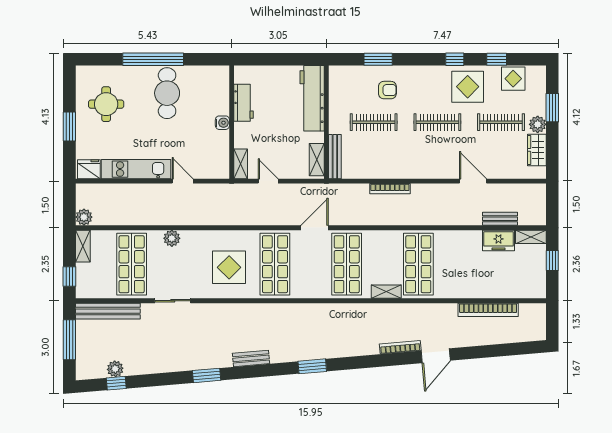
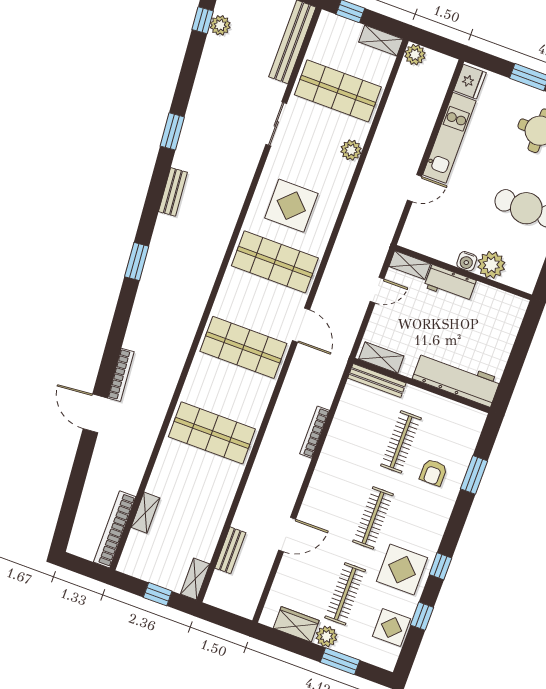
workbench: (244, 103) -> (450, 284), moved
plant: (218, 104) -> (491, 265), added
freezer: (498, 240) -> (205, 539), removed
shelving: (386, 292) -> (145, 513), moved
bookcase: (488, 310) -> (115, 529), moved

